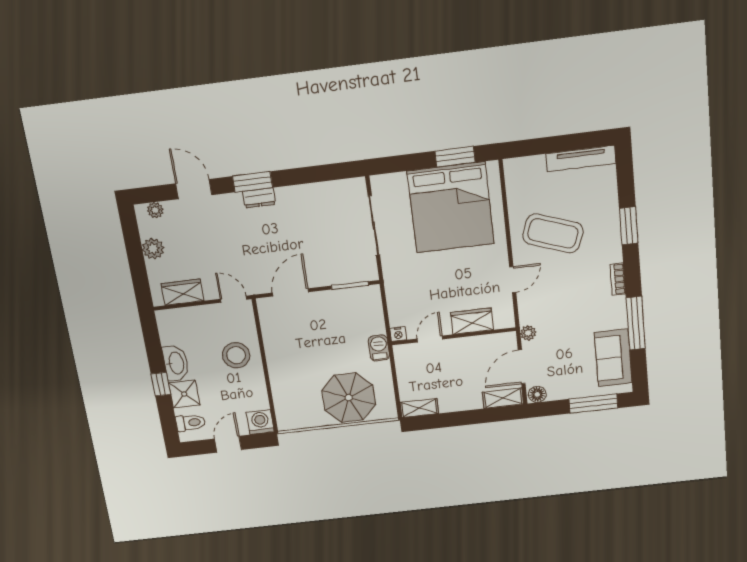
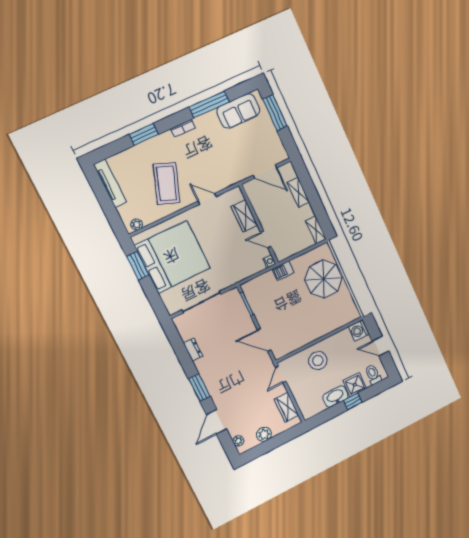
dresser: (259, 198) -> (193, 349), moved
plant: (528, 333) -> (137, 224), moved
floor lamp: (537, 394) -> (281, 154), removed
shelving: (503, 398) -> (298, 192), moved

